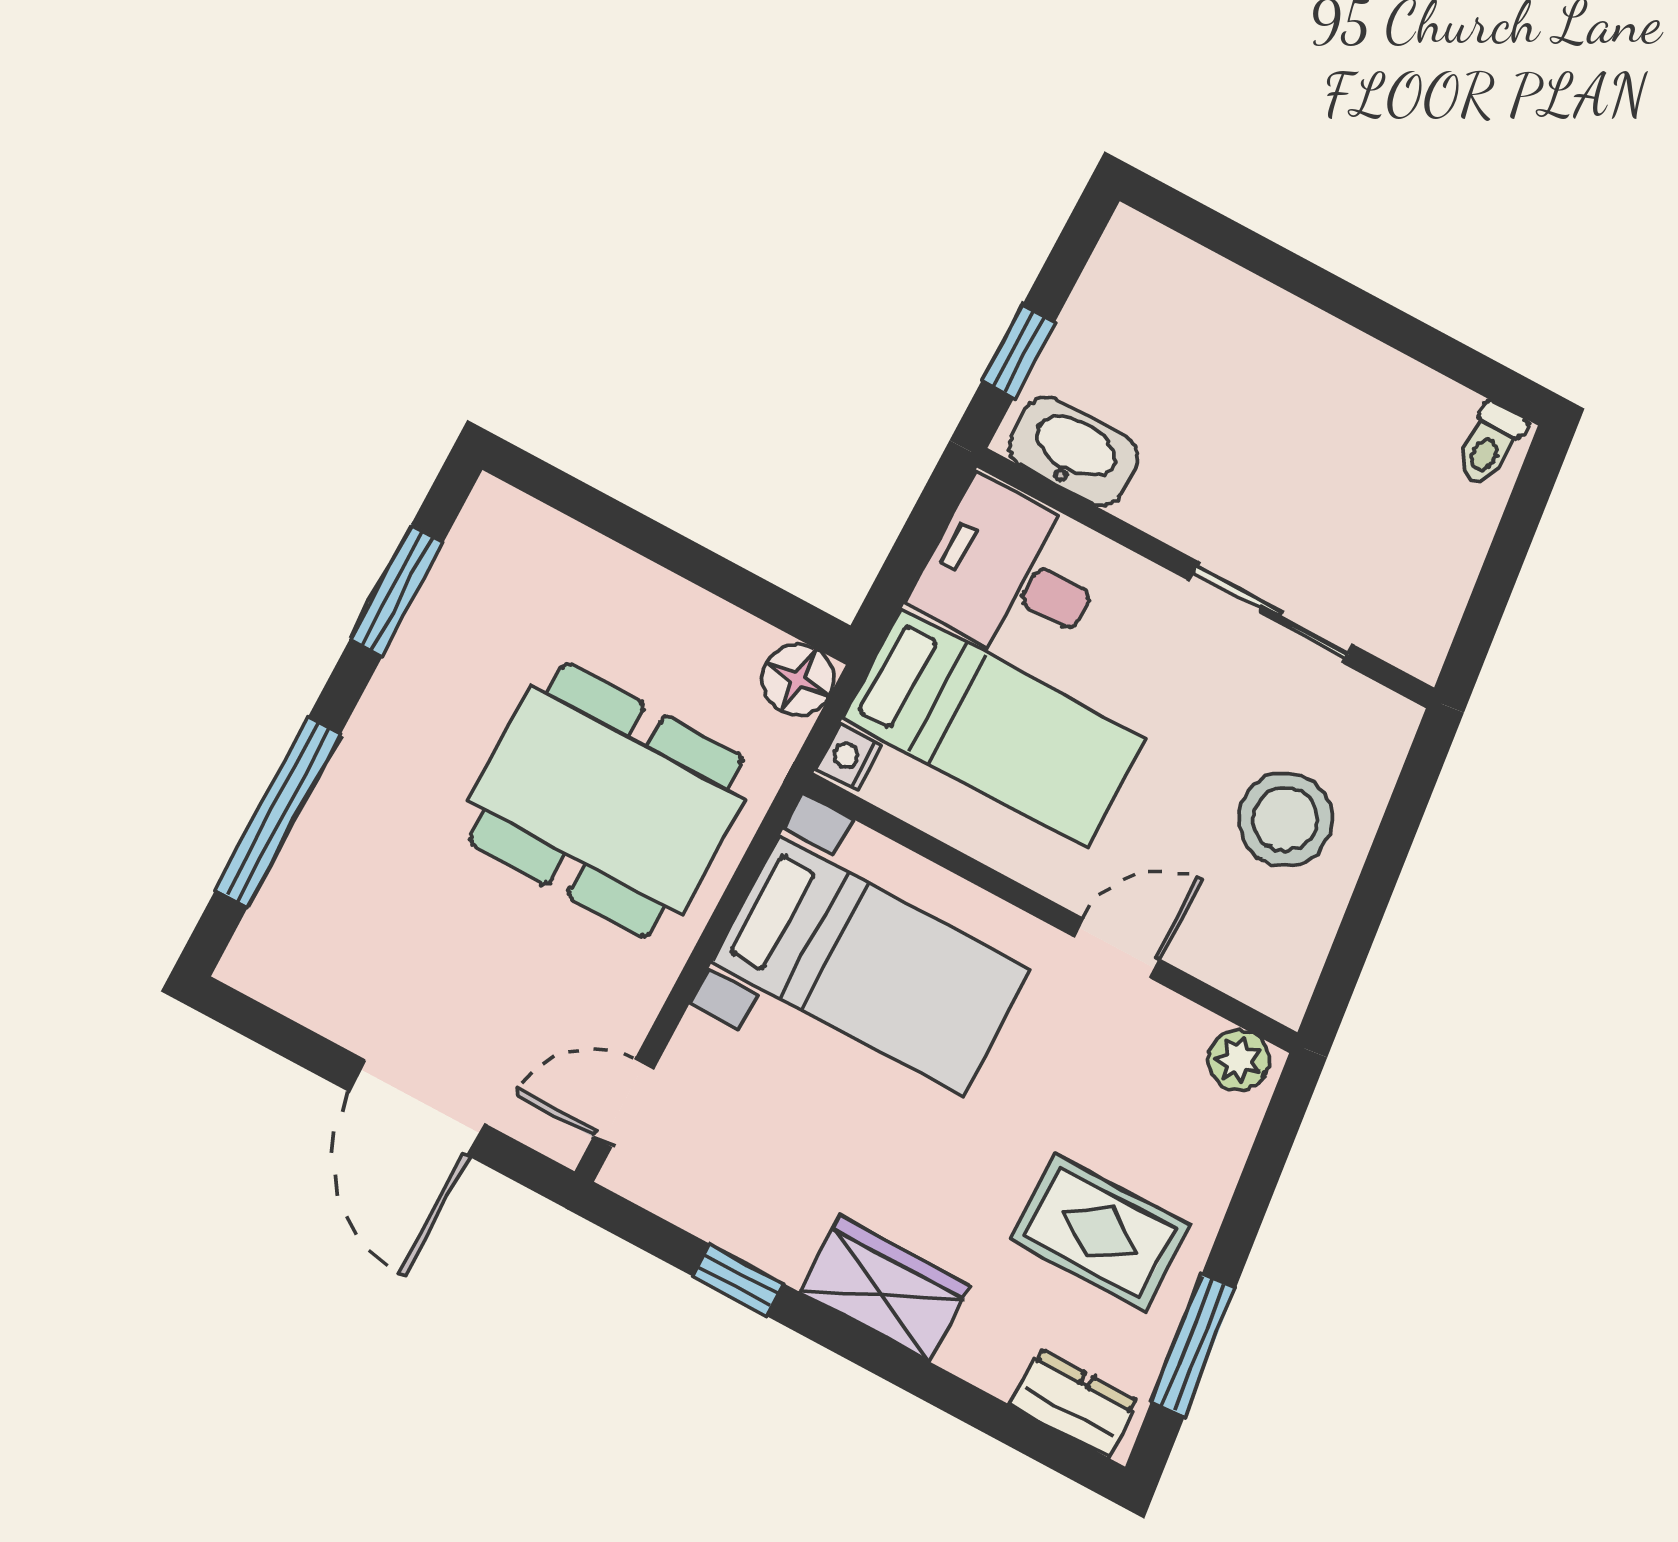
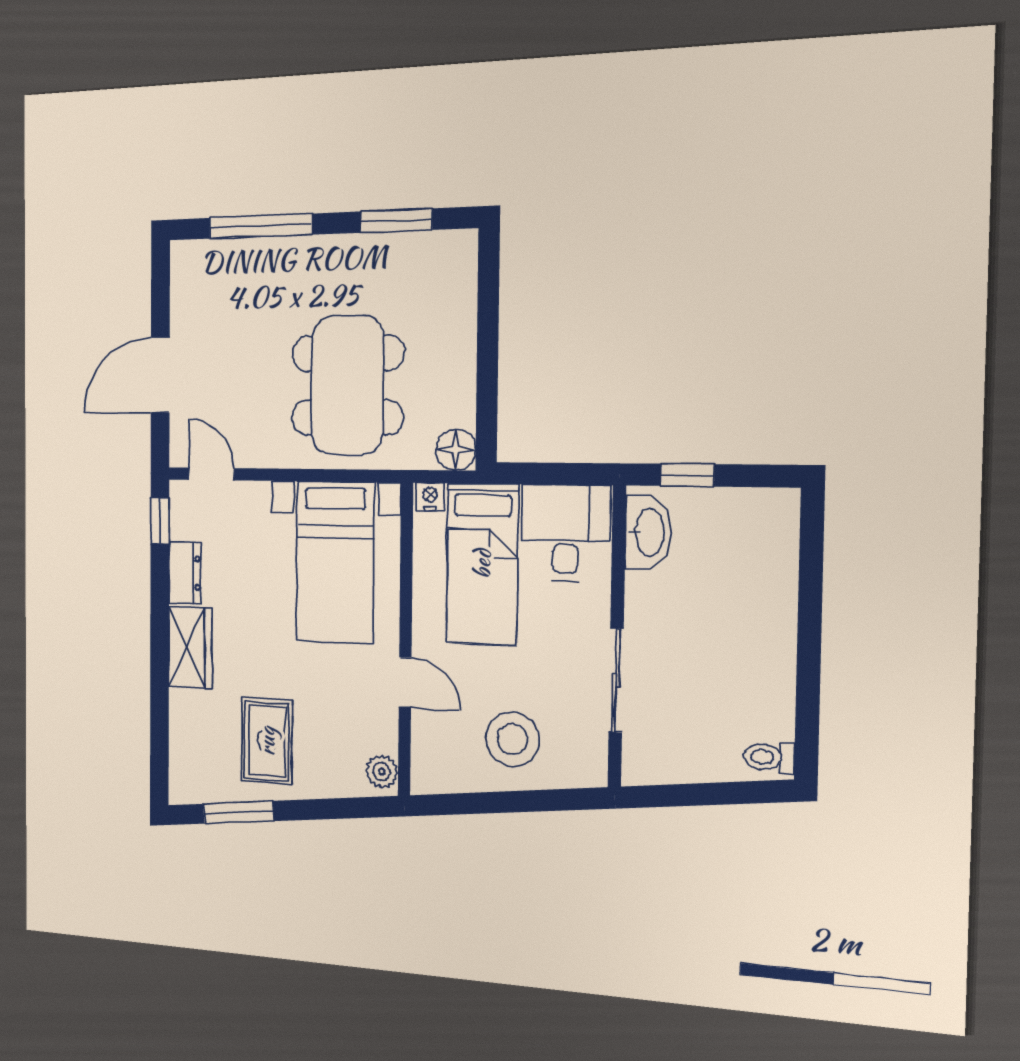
window: (739, 1280) -> (160, 521), moved
dresser: (1074, 1403) -> (185, 573), moved

